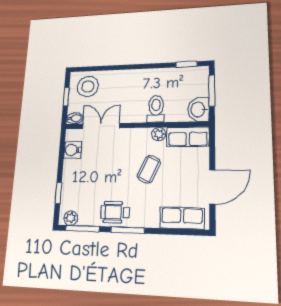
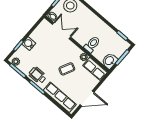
water cooler: (73, 150) -> (29, 44), moved
row of seats: (182, 218) -> (60, 97), width x1.48

